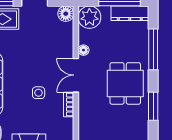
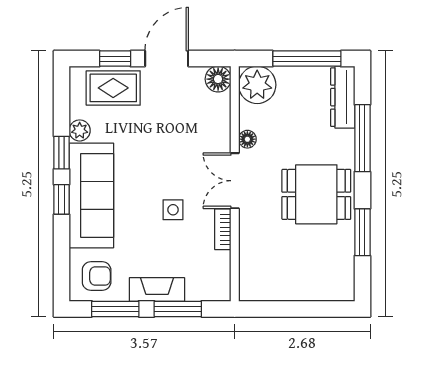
dresser: (130, 13) -> (343, 97), moved, turned 90
dining table: (125, 83) -> (316, 194), turned 90

